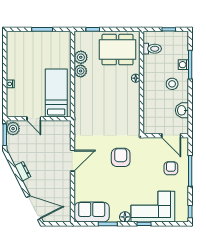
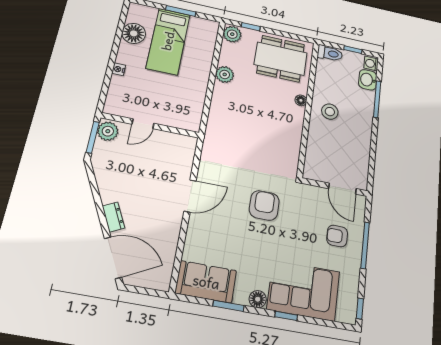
toilet: (152, 49) -> (330, 53), moved
floor lamp: (14, 55) -> (134, 33), added
plant: (81, 57) -> (232, 34), moved
washing machine: (183, 65) -> (371, 64), moved
stool: (172, 84) -> (330, 112), moved
bed: (56, 93) -> (168, 41), moved, turned 180
washbasin: (182, 110) -> (368, 80), moved
door: (34, 119) -> (143, 124), hinge flipped
armchair: (171, 168) -> (337, 236), turned -90
dresser: (23, 171) -> (114, 217), moved

